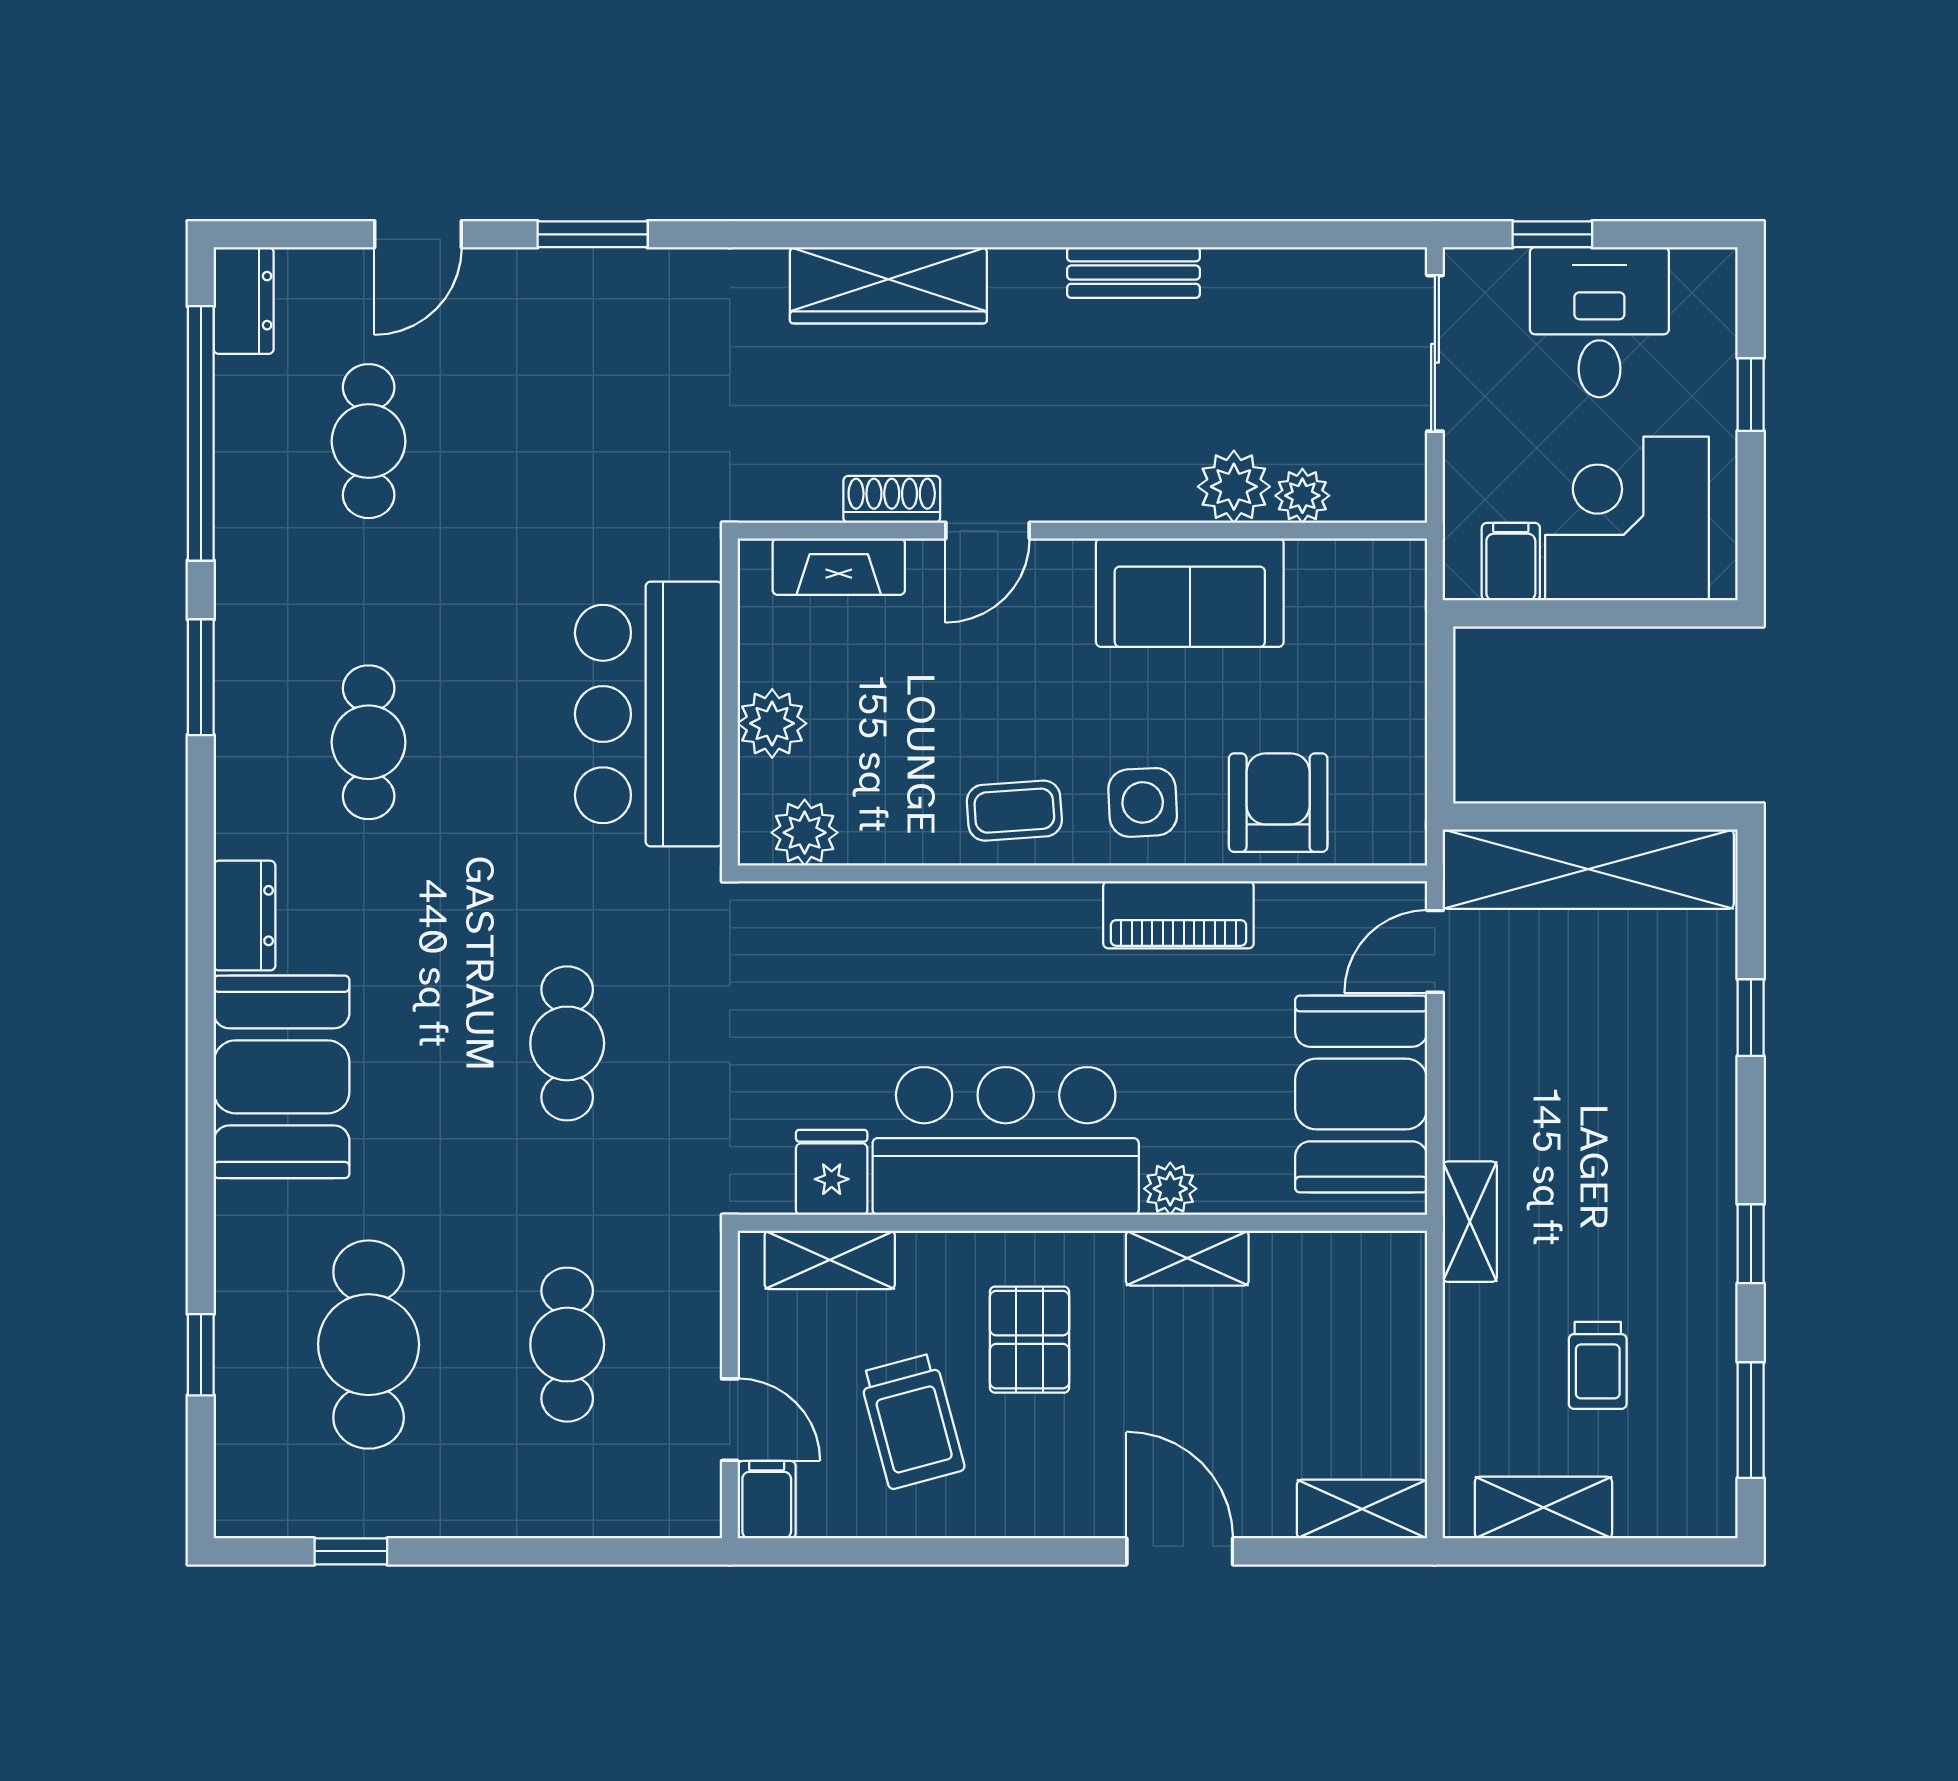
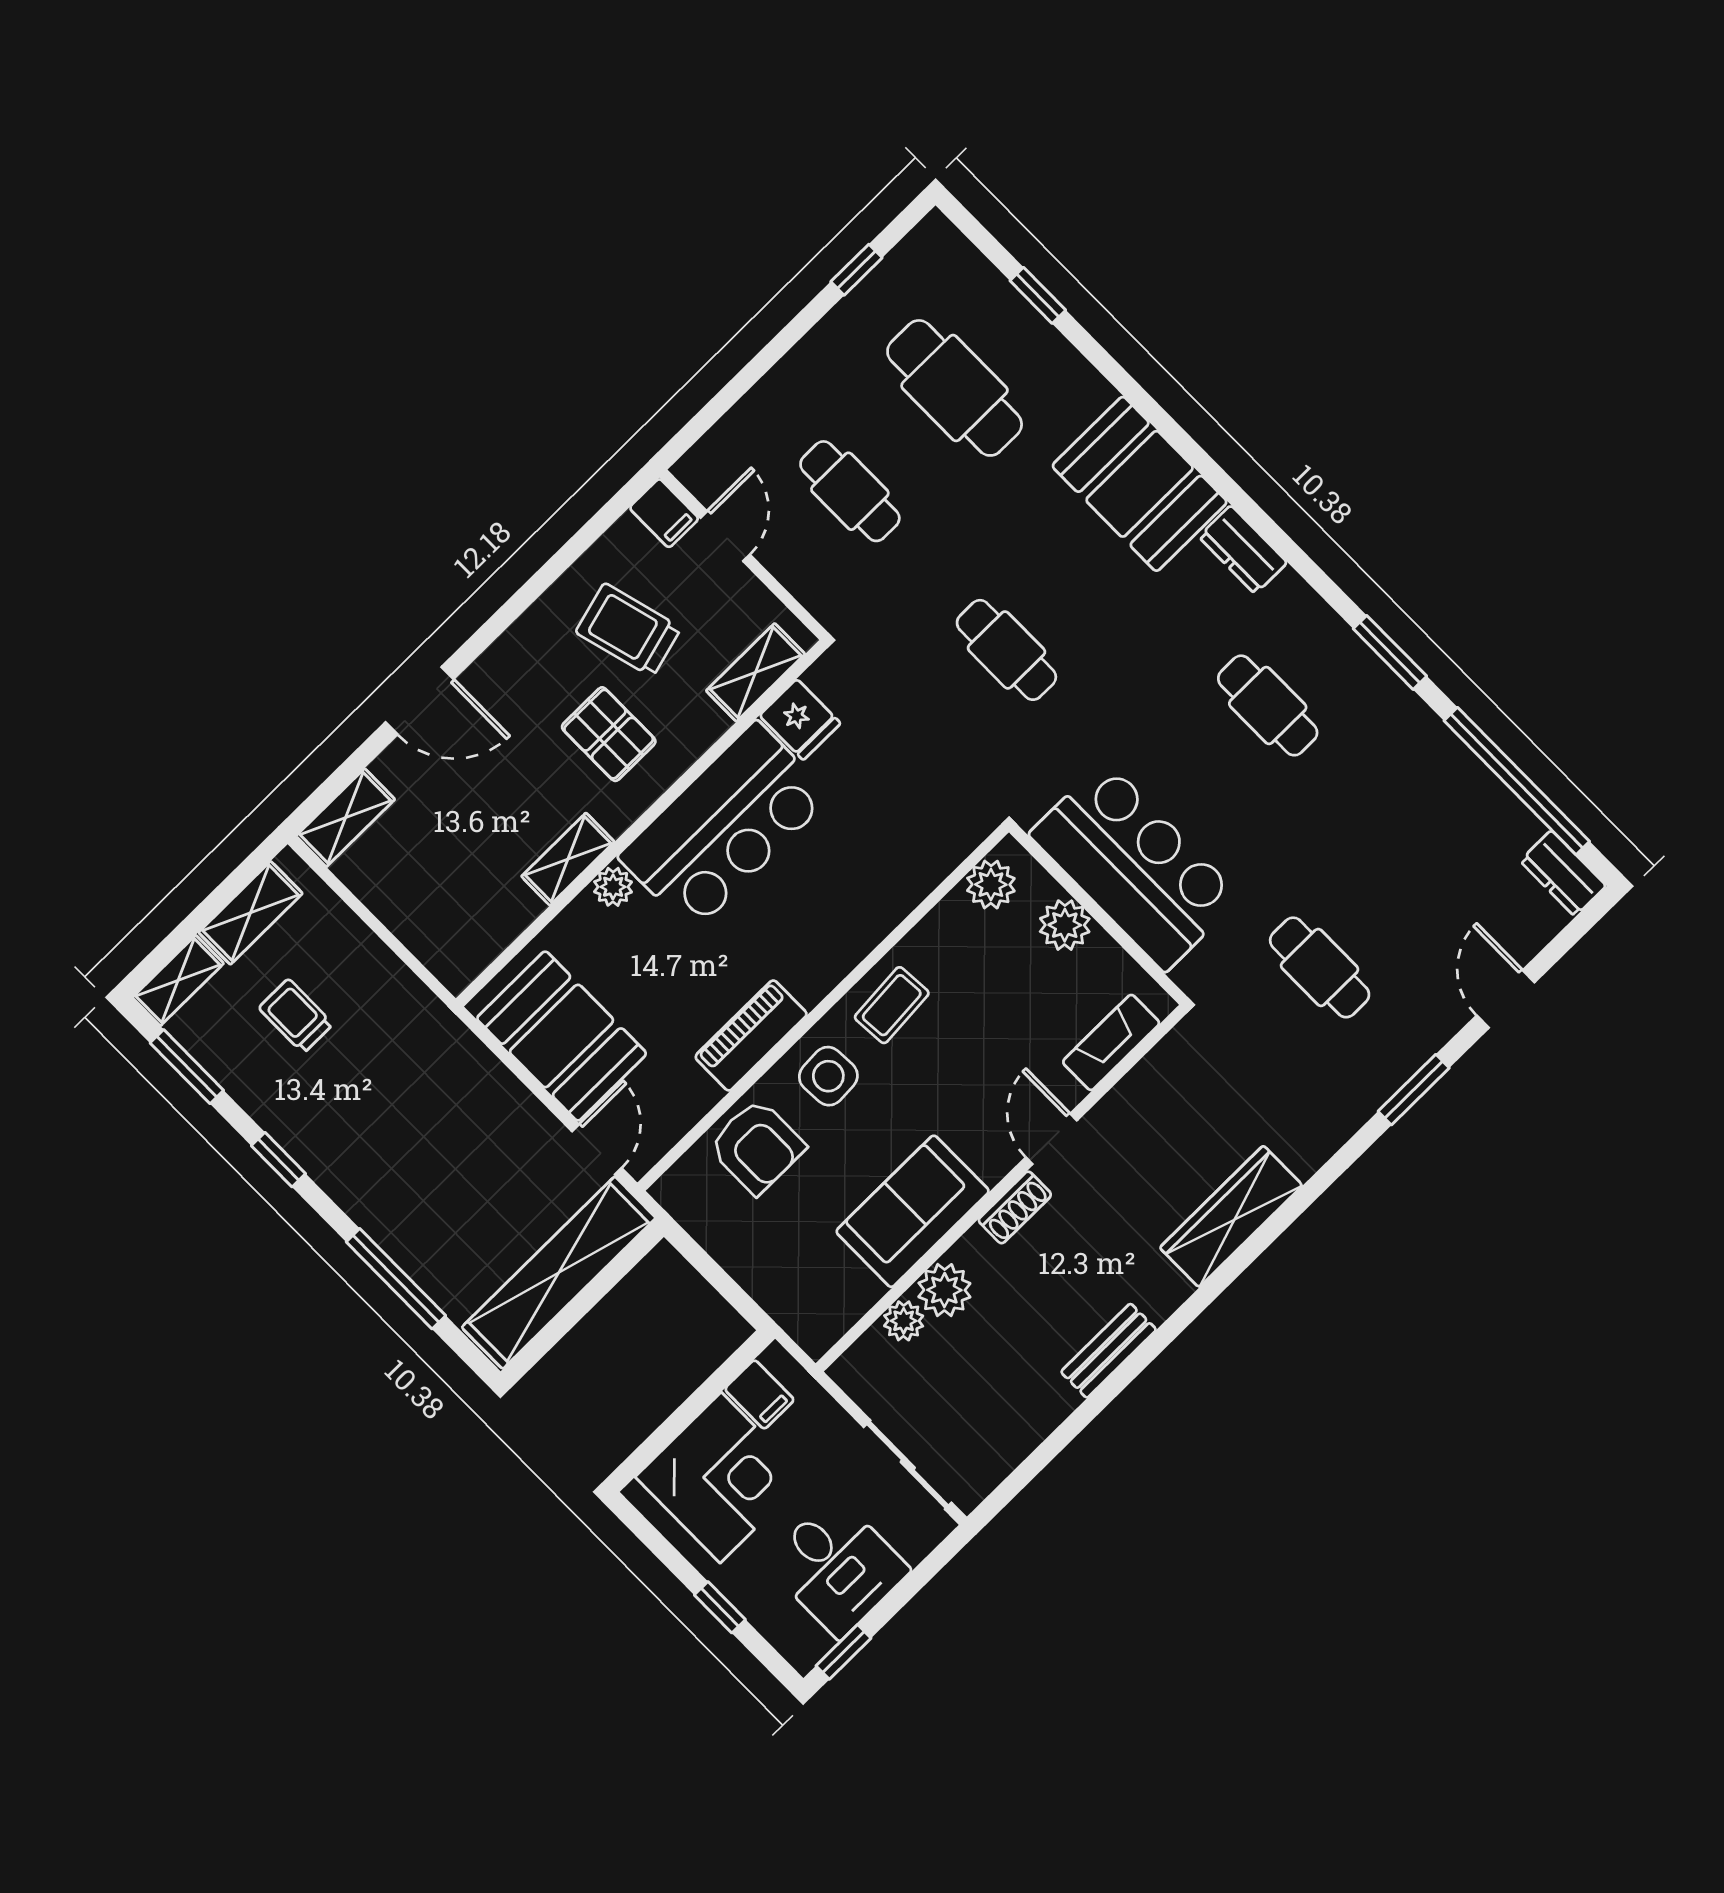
window: (1552, 234) -> (843, 1652), moved
cafe table: (369, 441) -> (1320, 967), moved
shoe rack: (892, 499) -> (1015, 1207), moved
window: (1751, 1018) -> (396, 1279), width x2.17
shelving: (1470, 1222) -> (178, 980), moved, turned 90
door: (730, 1420) -> (725, 536), swing flipped

